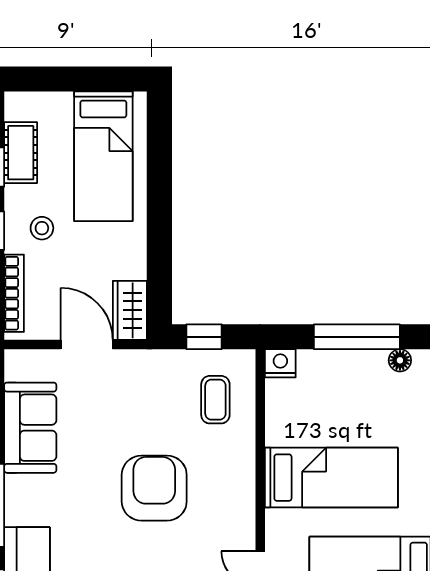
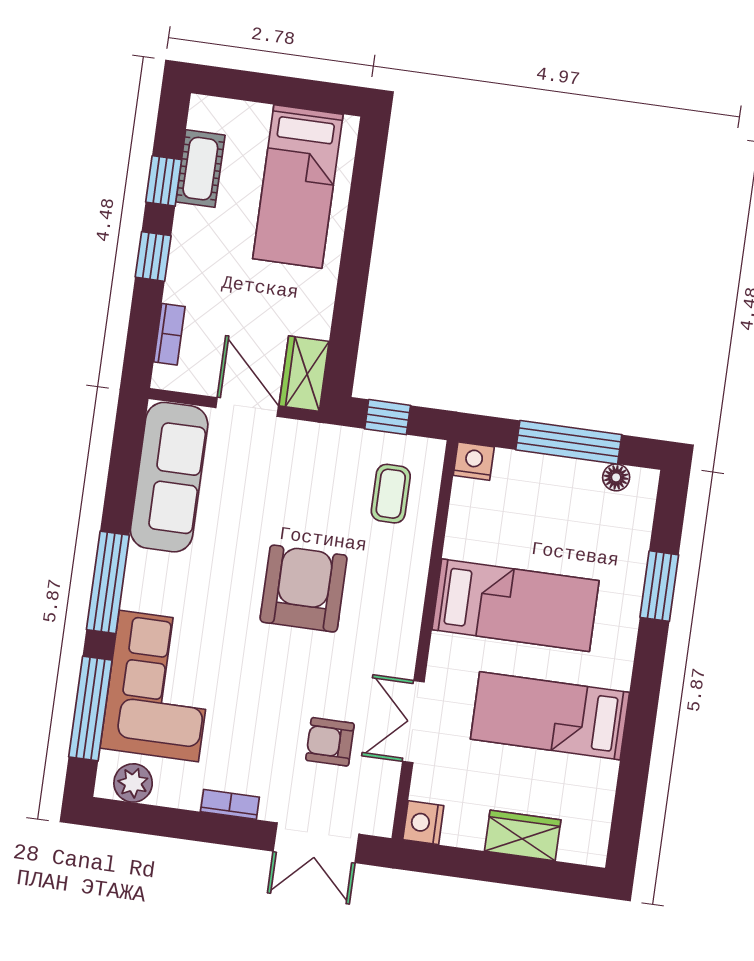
stool: (42, 228) -> (213, 262), removed
bookcase: (14, 293) -> (169, 334), width x0.64
sofa: (30, 428) -> (169, 477), width x1.36

